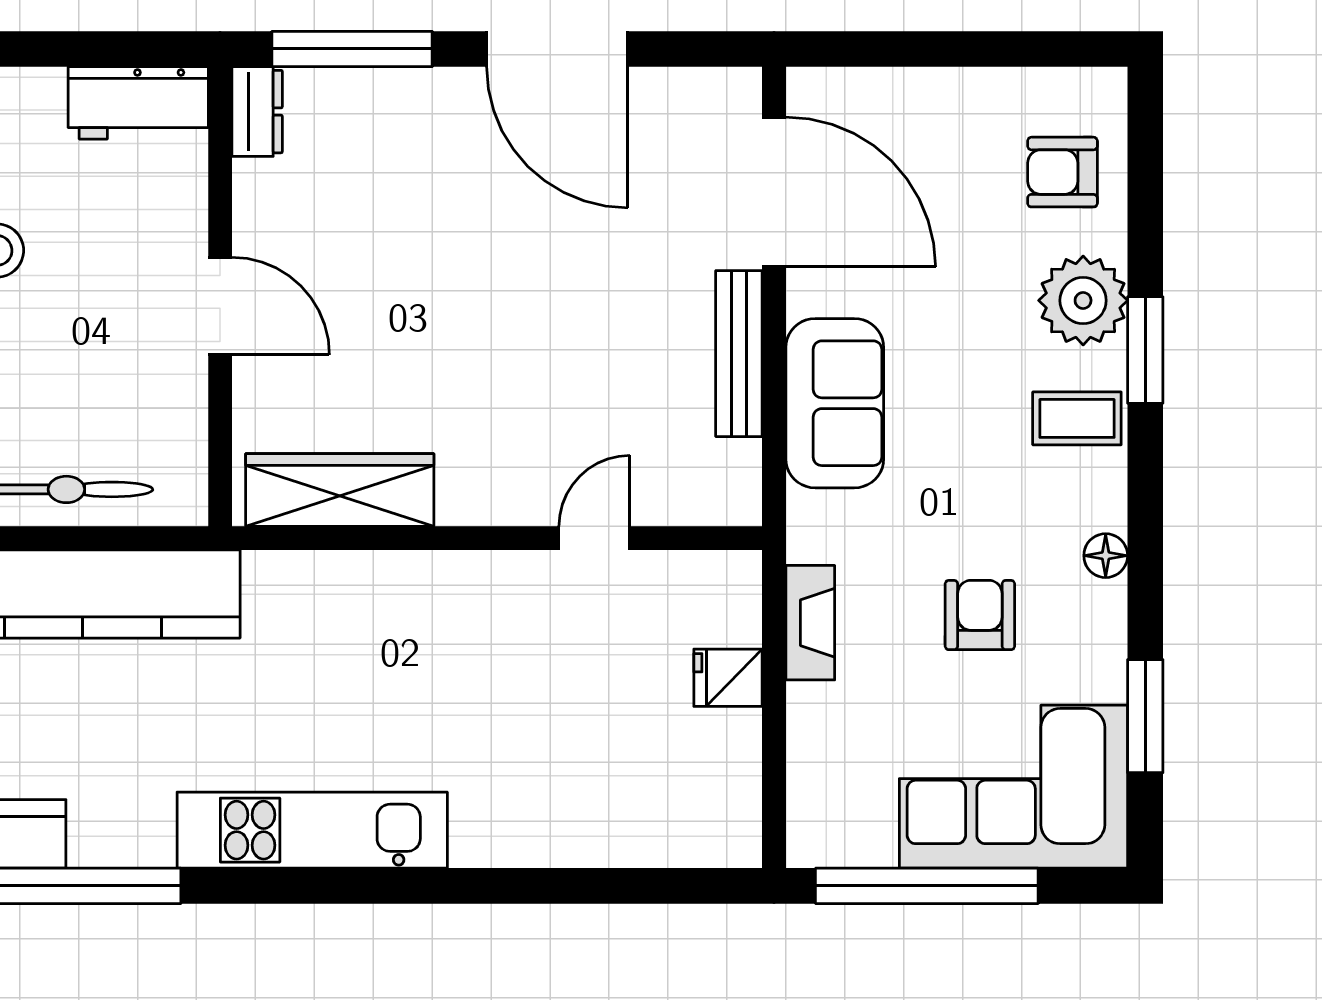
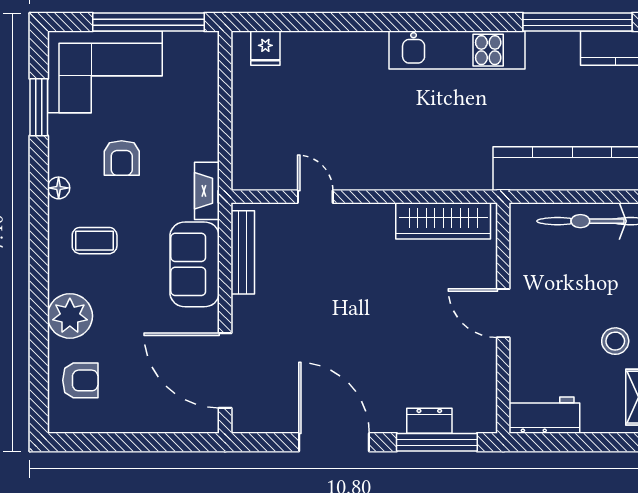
dresser: (257, 112) -> (429, 421), moved, turned 90
window: (1145, 350) -> (39, 291), removed
bench: (739, 354) -> (243, 252), moved
coffee table: (1077, 418) -> (95, 241), moved
door: (594, 538) -> (315, 197), swing flipped
fireplace: (810, 623) -> (207, 191), moved
fridge: (728, 678) -> (265, 48), moved, turned 90

